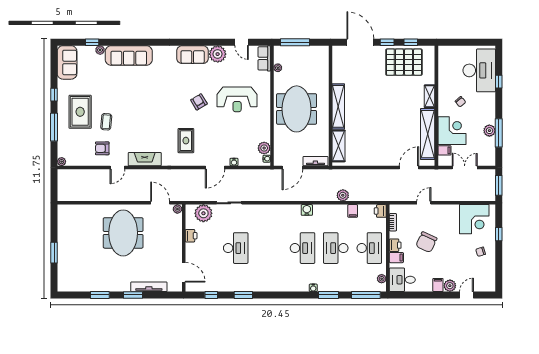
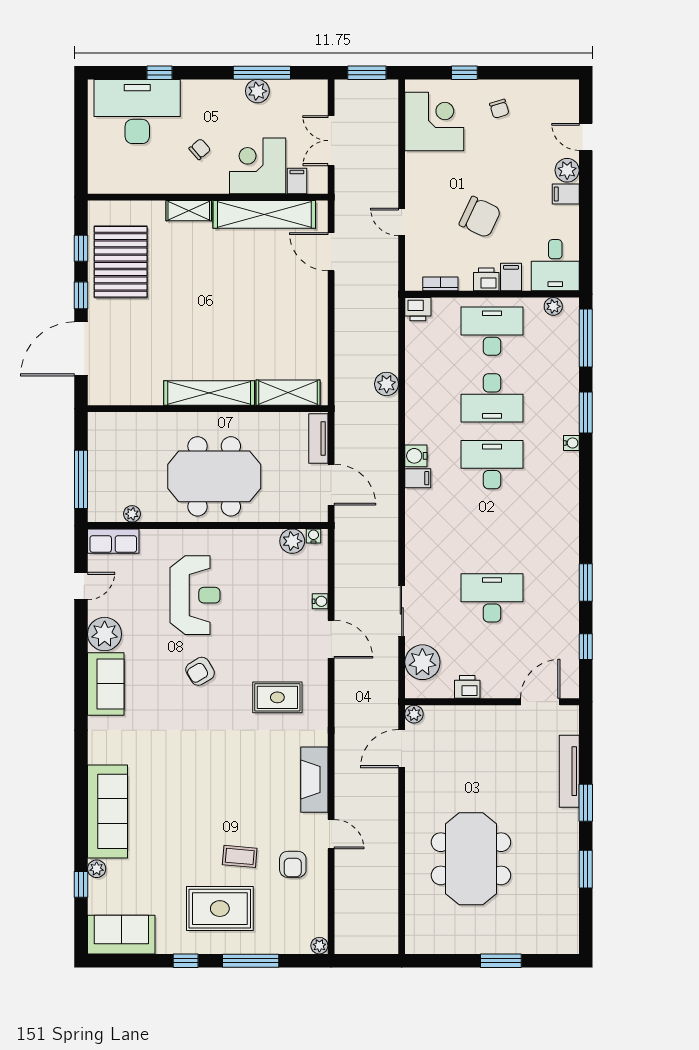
filing cabinet: (353, 211) -> (418, 478), moved
meeting table: (123, 233) -> (471, 859), moved, turned 90

